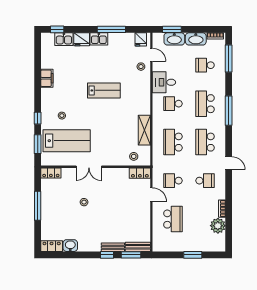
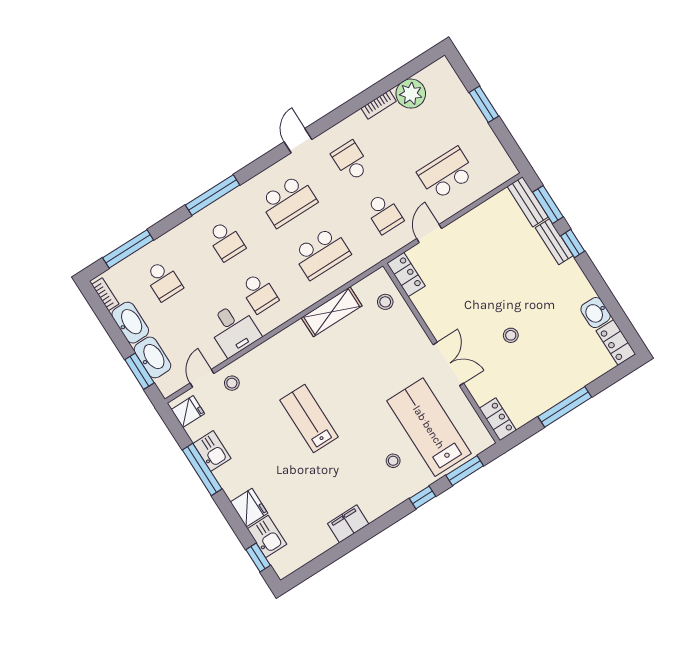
kitchen sink: (99, 39) -> (212, 451), moved
school desk: (205, 104) -> (226, 241), width x0.54

